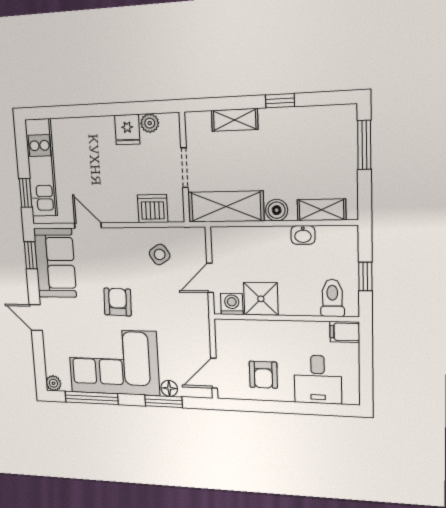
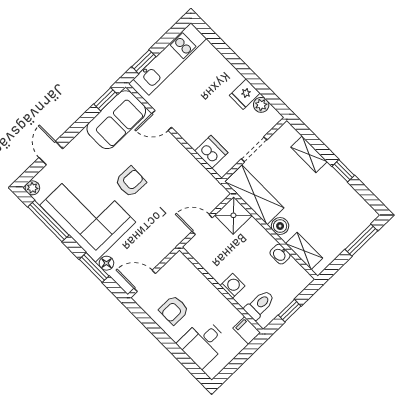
door: (88, 226) -> (162, 120), swing flipped
side table: (160, 254) -> (187, 181), removed
shower: (261, 299) -> (233, 215), moved
washing machine: (232, 304) -> (232, 286), moved
door: (36, 318) -> (51, 153), moved

